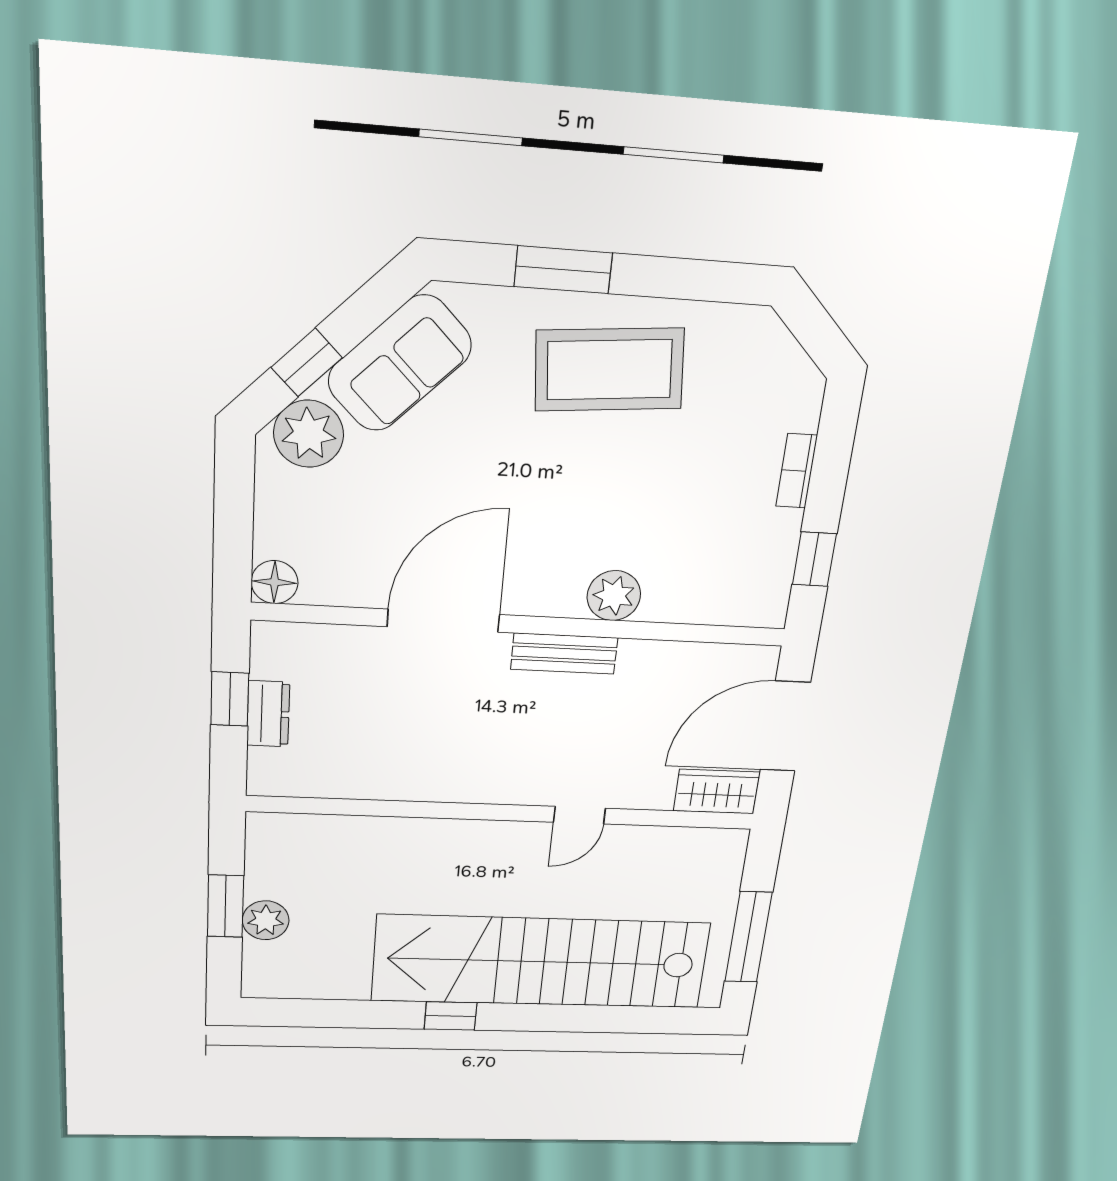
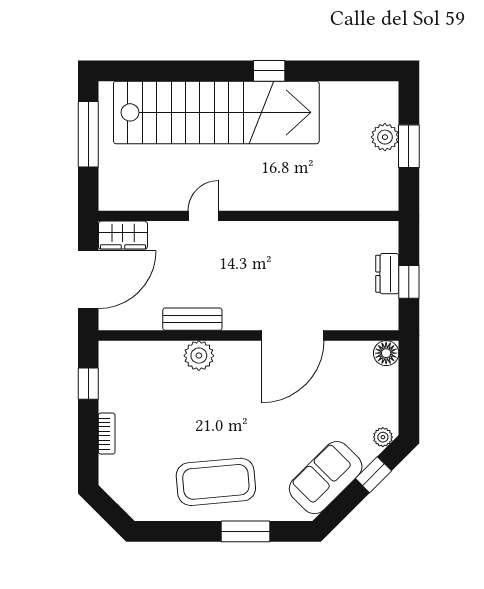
plant: (309, 434) -> (383, 437), width x0.53, depth x0.53
bench: (564, 654) -> (192, 319), moved

